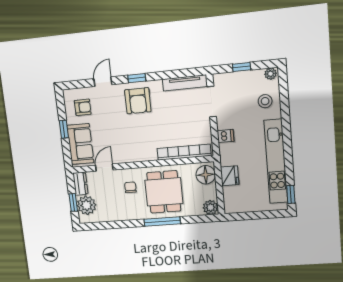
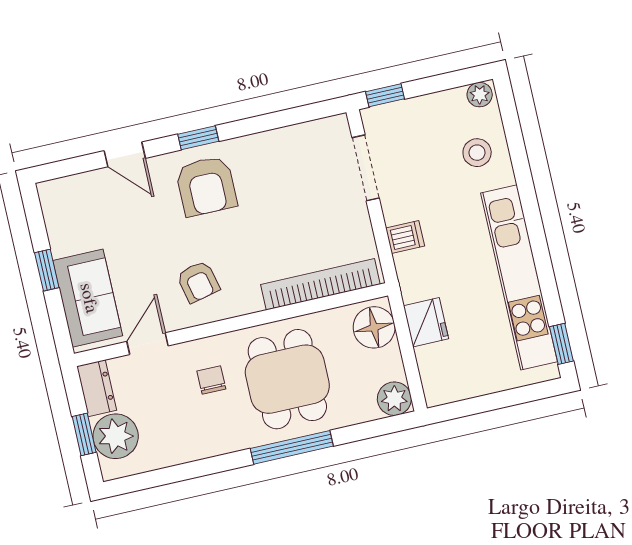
window: (242, 67) -> (385, 95), moved
door: (103, 82) -> (125, 154), swing flipped
tv unit: (185, 83) -> (303, 135), removed
armchair: (83, 107) -> (198, 282), moved, turned 77

